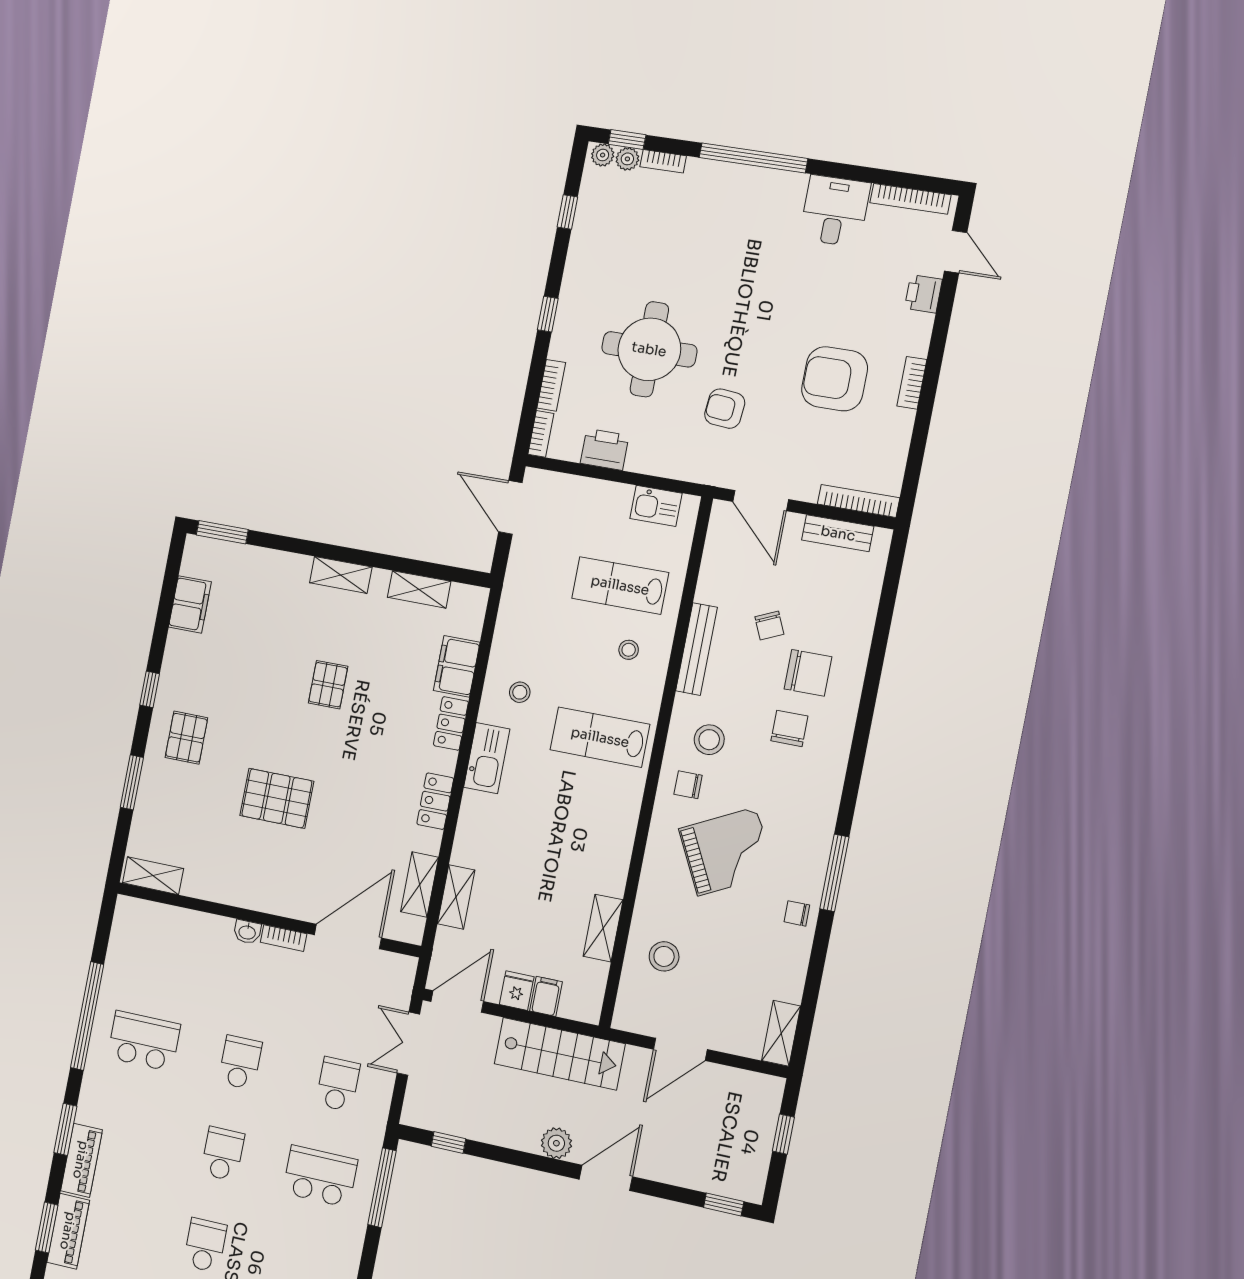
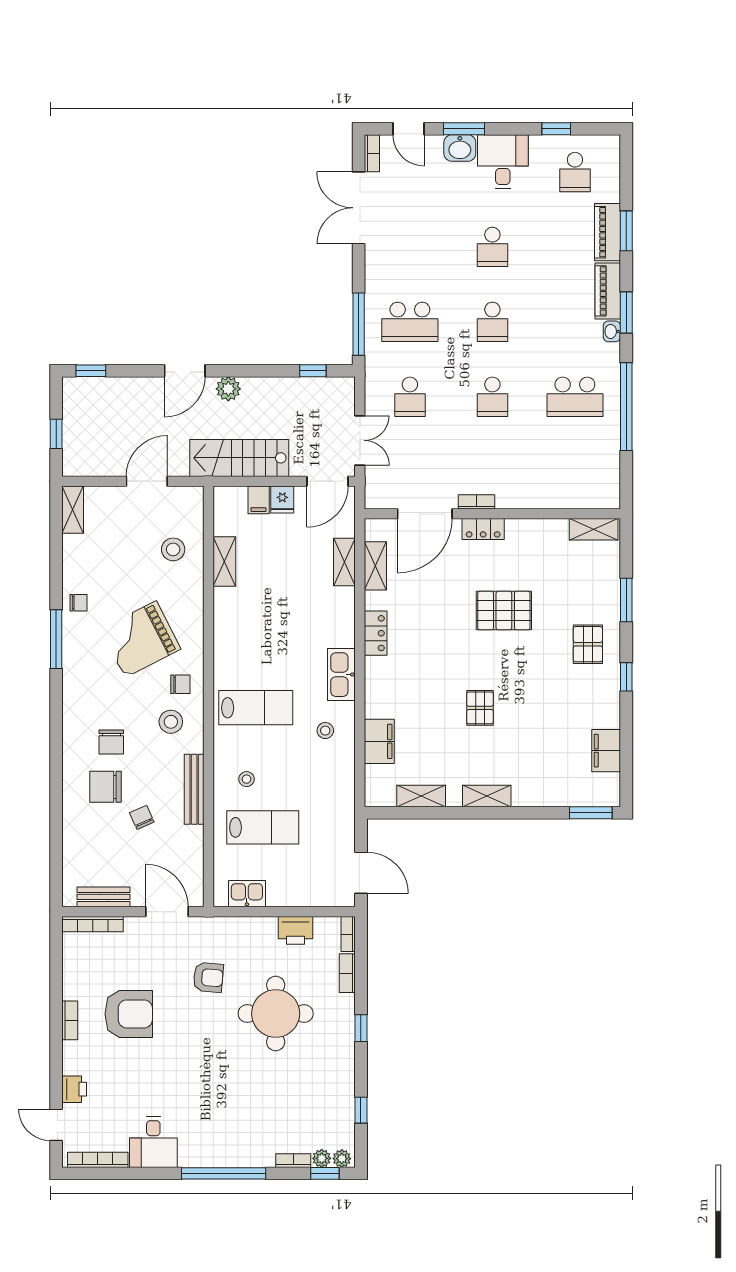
locker: (451, 723) -> (483, 529), moved, turned 90
washbasin: (247, 932) -> (612, 331), moved, turned -90

